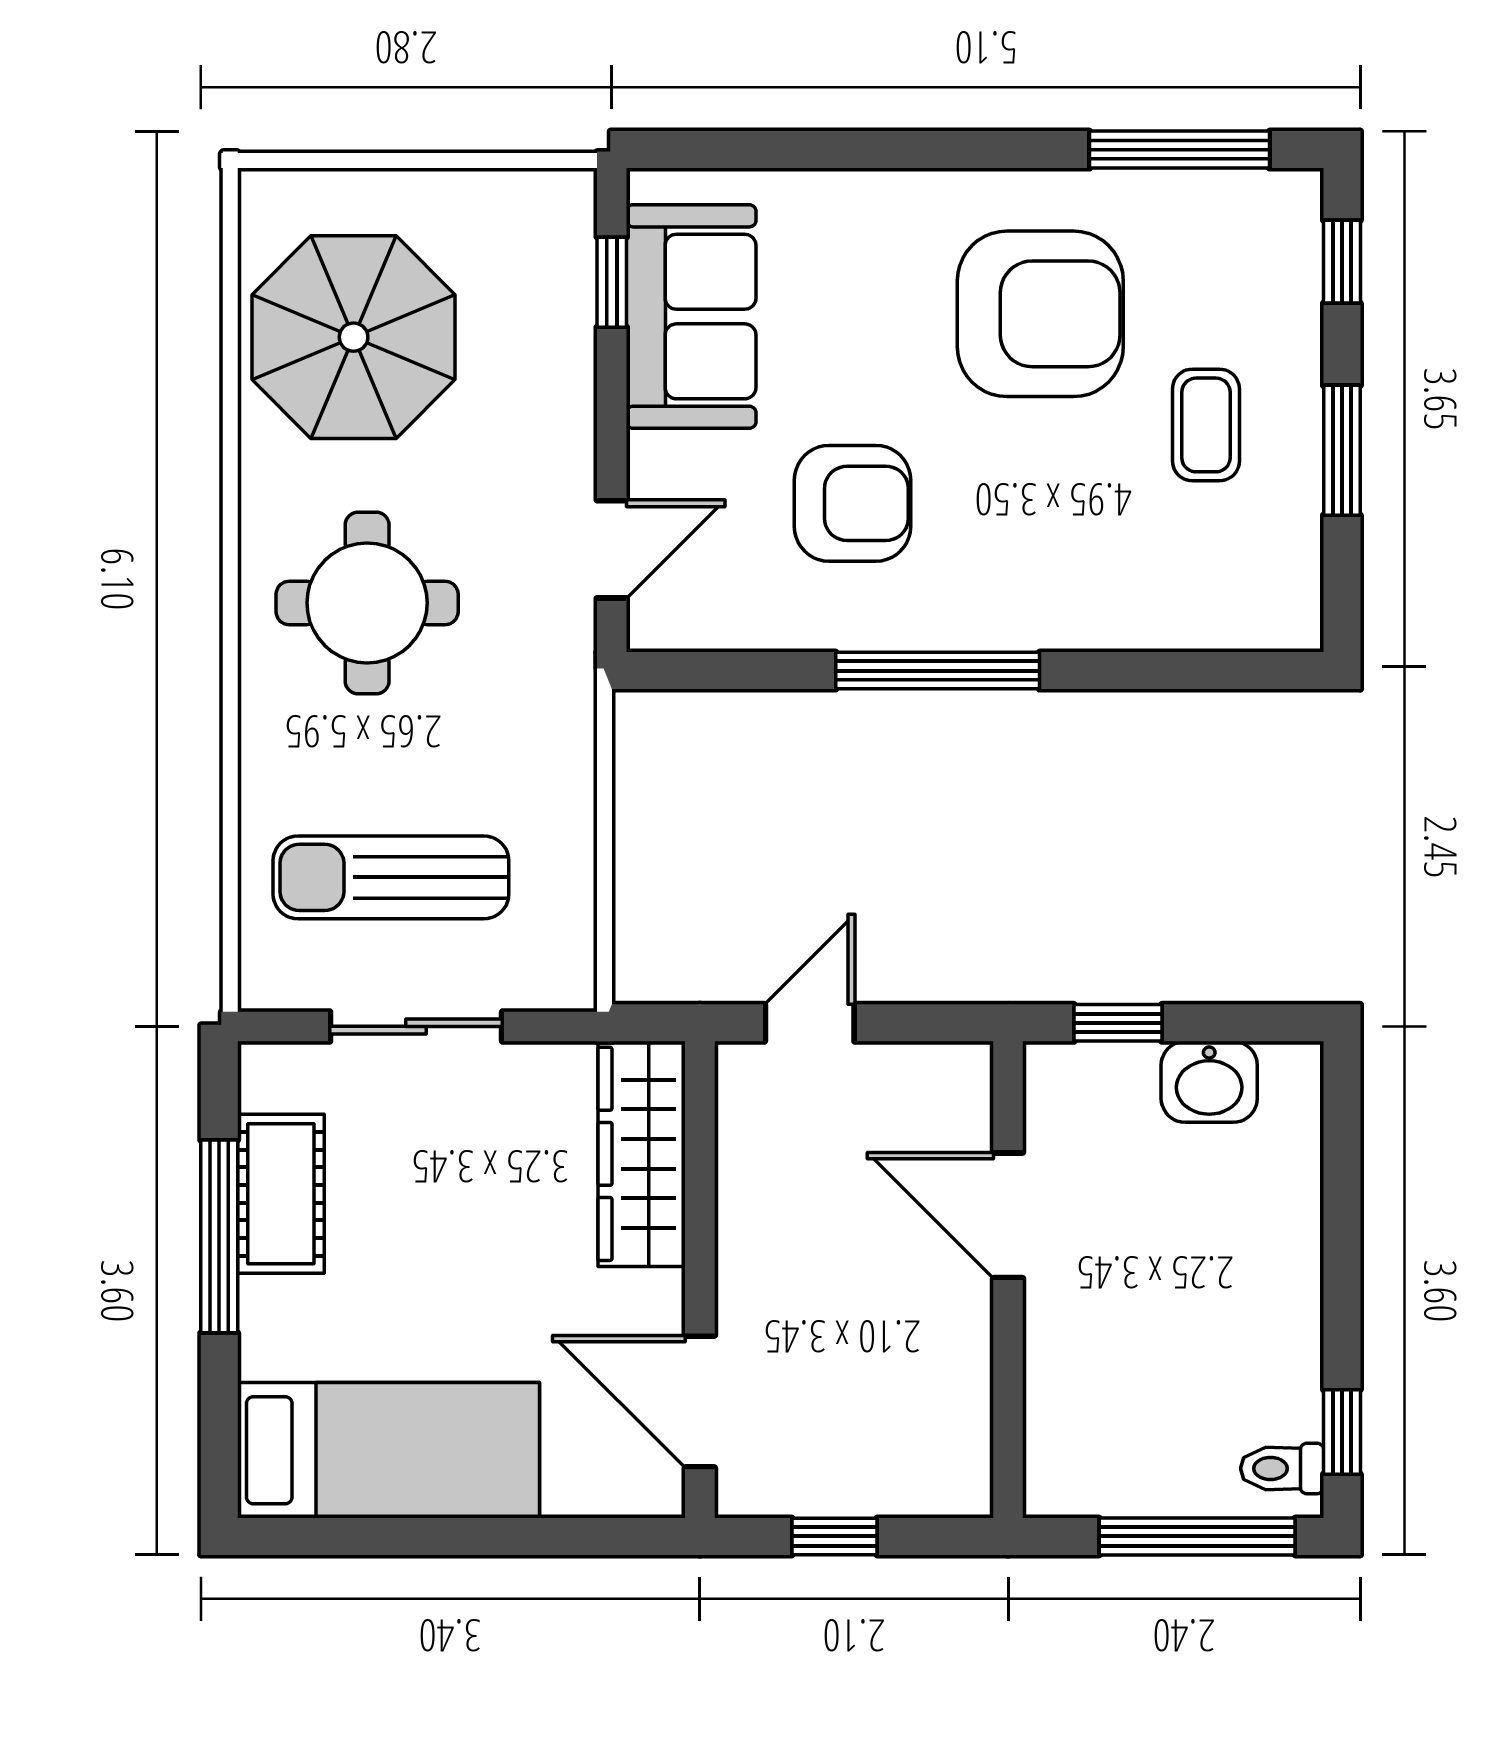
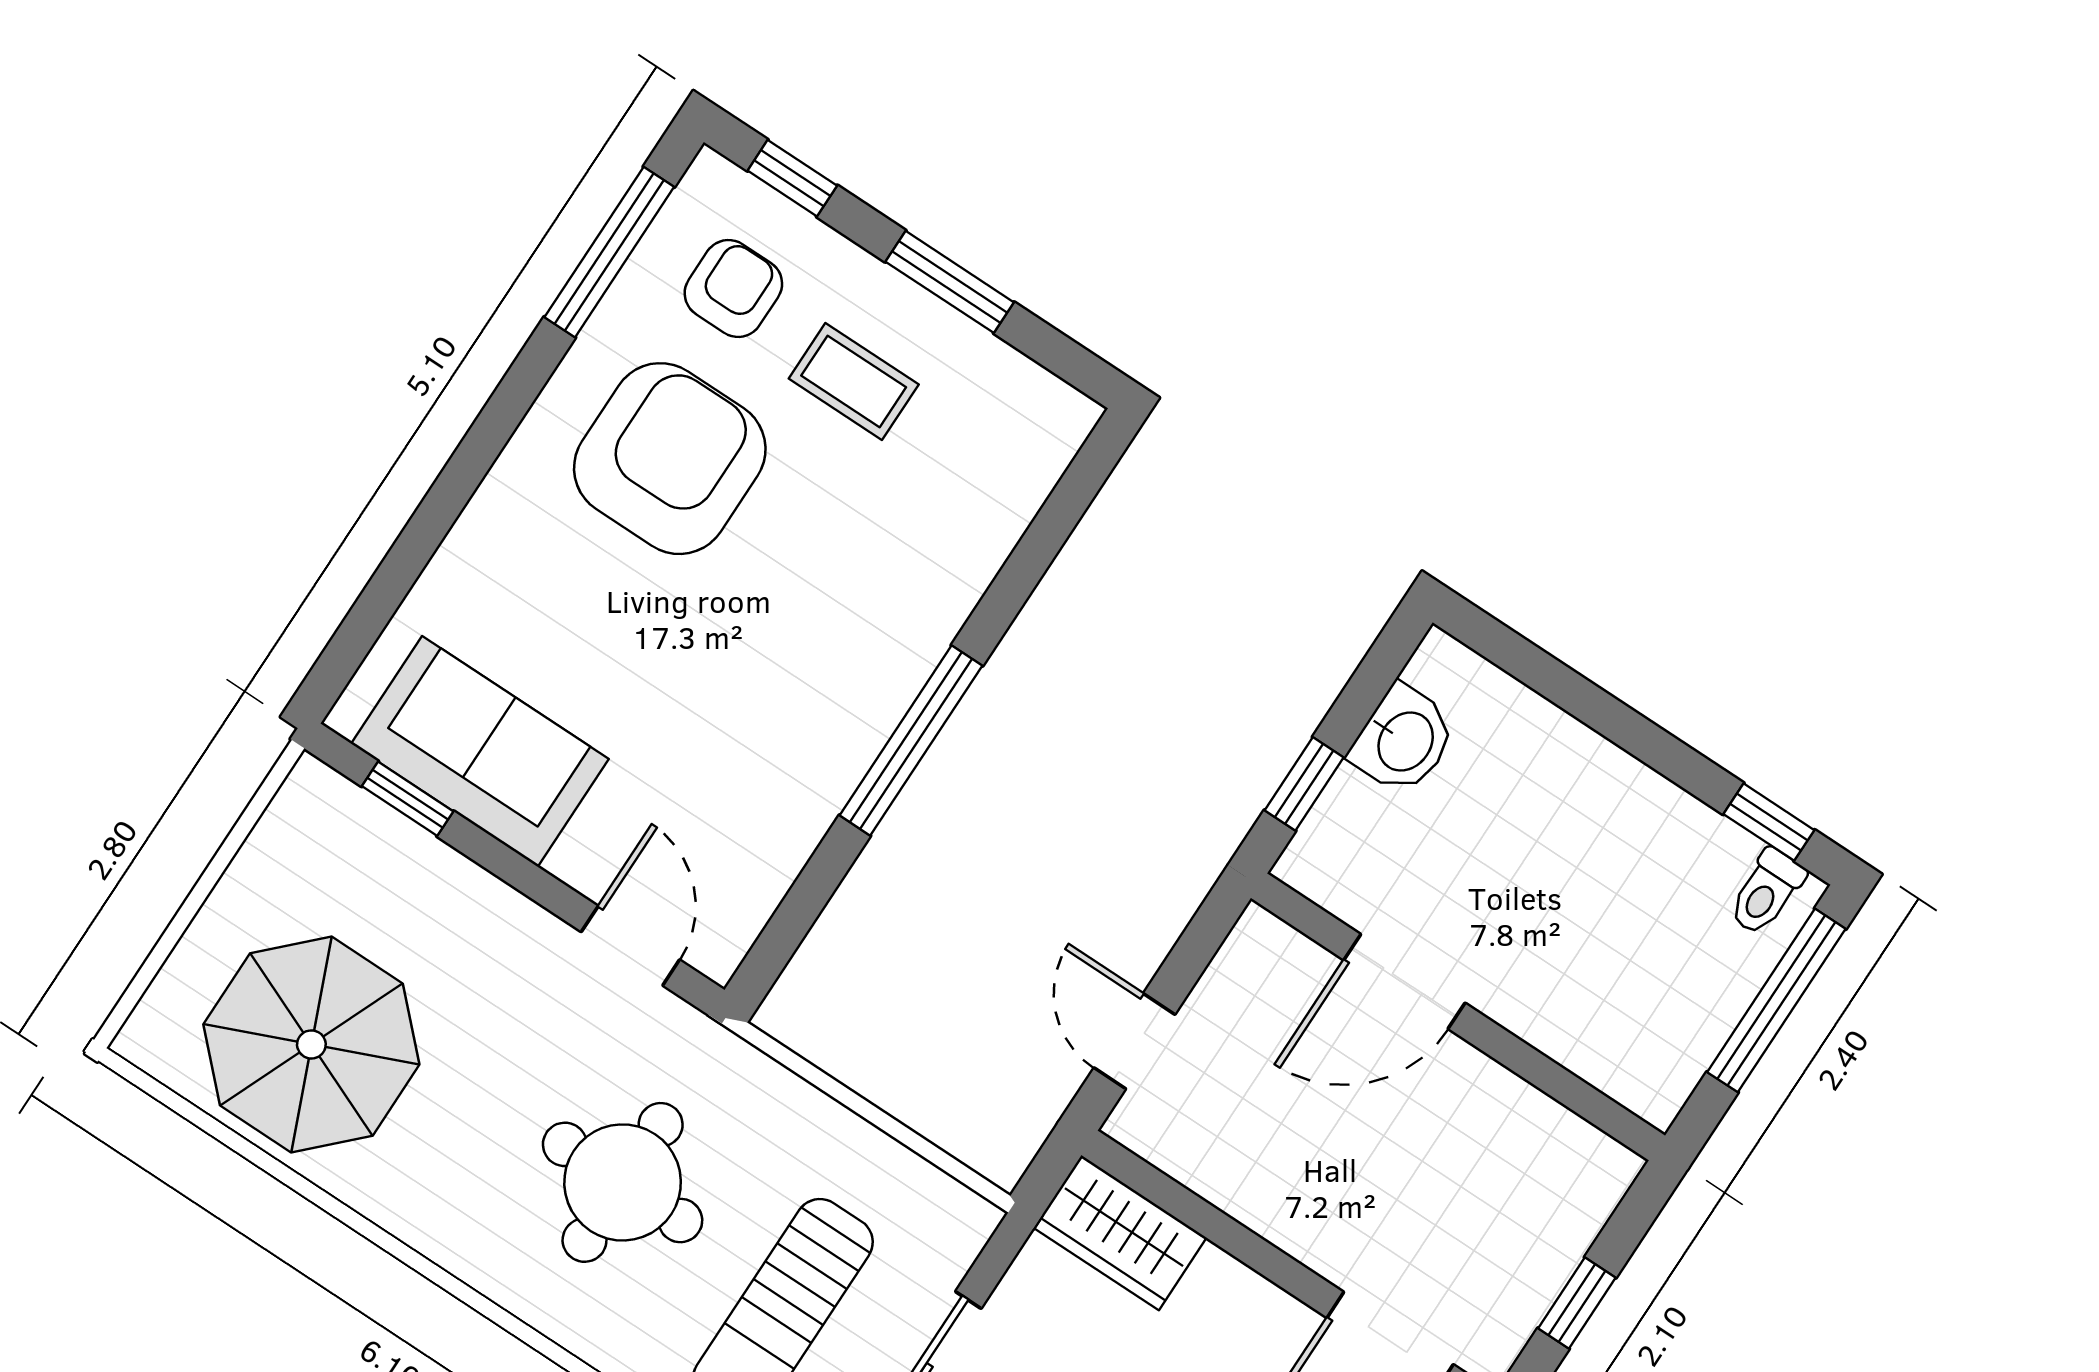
armchair: (852, 503) -> (733, 288), moved, width x0.72, depth x0.72
round table: (367, 603) -> (623, 1182), moved
wardrobe: (642, 1154) -> (1120, 1233), width x0.67

